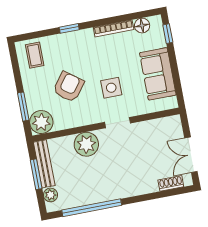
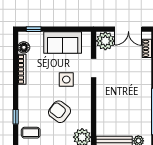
window: (69, 28) -> (16, 117), moved
doorway: (118, 123) -> (94, 68), moved
plant: (86, 144) -> (105, 41), moved

